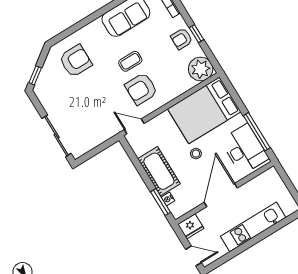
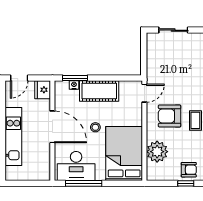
armchair: (182, 39) -> (189, 170), turned 90
plant: (201, 69) -> (157, 152), moved
armchair: (141, 89) -> (170, 116), turned -90
sliding door: (57, 136) -> (173, 30), width x0.73

